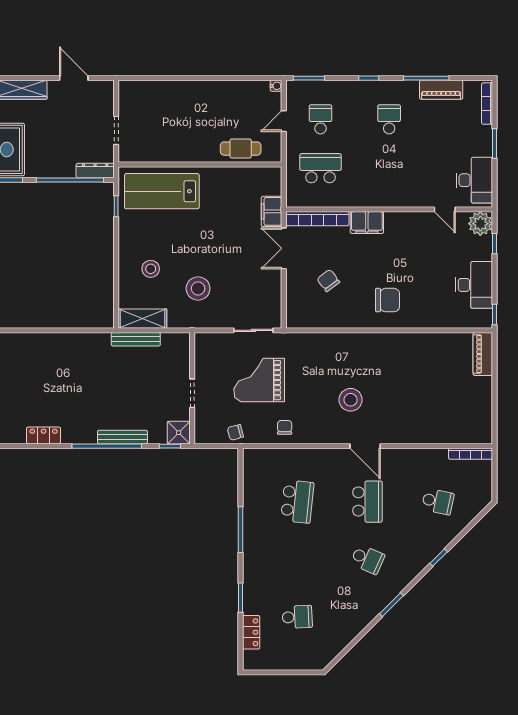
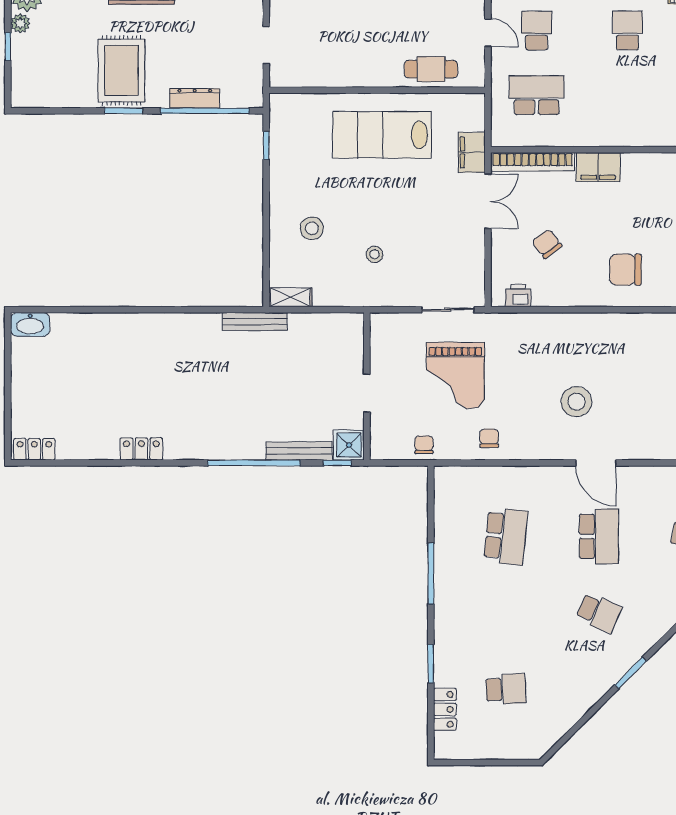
door: (284, 121) -> (488, 33), swing flipped
dresser: (95, 171) -> (195, 98), moved
lab bench: (162, 191) -> (382, 135), moved
double door: (284, 248) -> (488, 201), swing flipped
stool: (198, 288) -> (375, 254), width x0.53, depth x0.53
chair: (388, 300) -> (625, 270), turned 180
shelving: (142, 319) -> (290, 297), width x0.67, depth x0.75
printer: (307, 320) -> (518, 296), added
bench: (136, 339) -> (255, 322), moved
grand piano: (259, 380) -> (455, 376), turned -90
chair: (235, 432) -> (424, 445), turned 105
locker: (44, 435) -> (141, 449), moved
bench: (122, 437) -> (299, 451), moved

